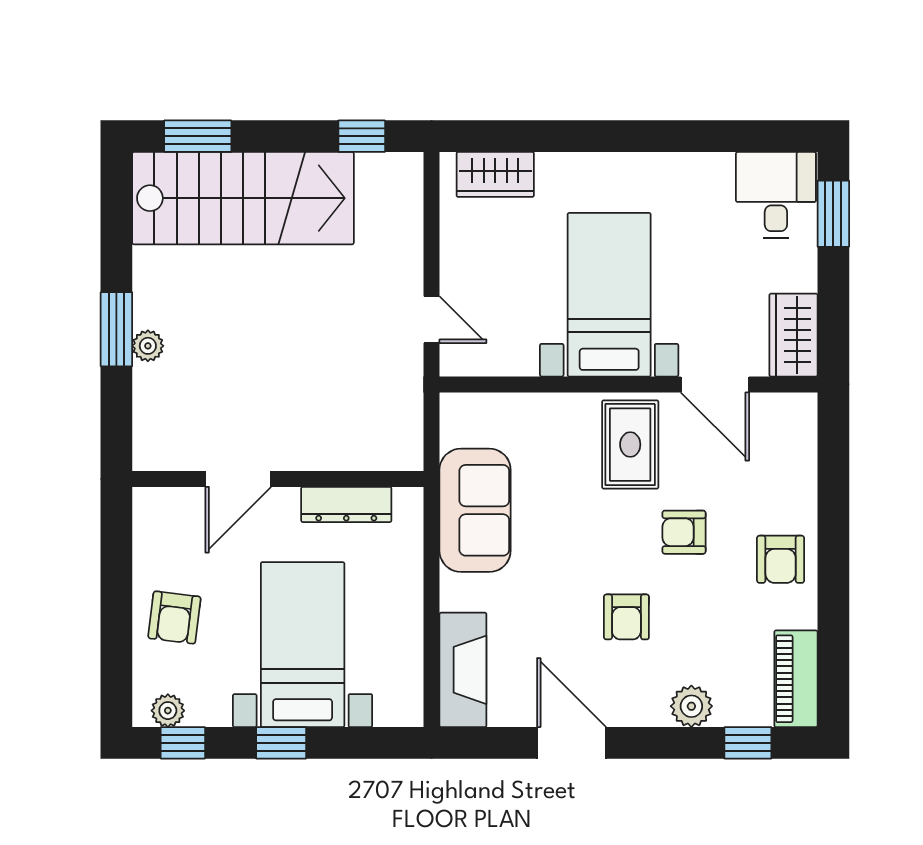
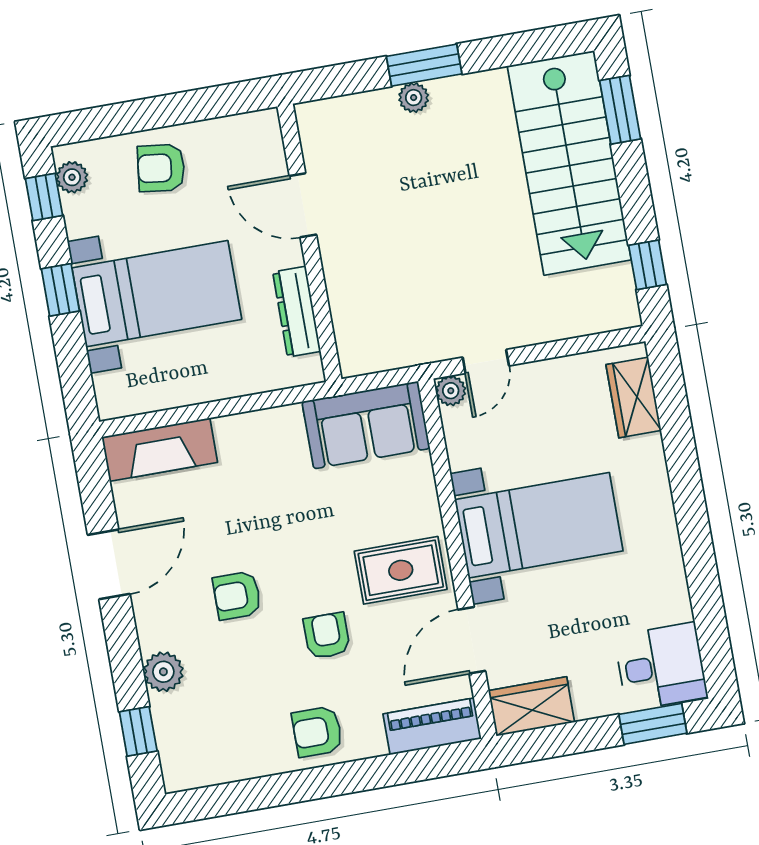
plant: (455, 361) -> (451, 391), added
sofa: (475, 510) -> (366, 425), moved
piano: (796, 679) -> (432, 726), moved

